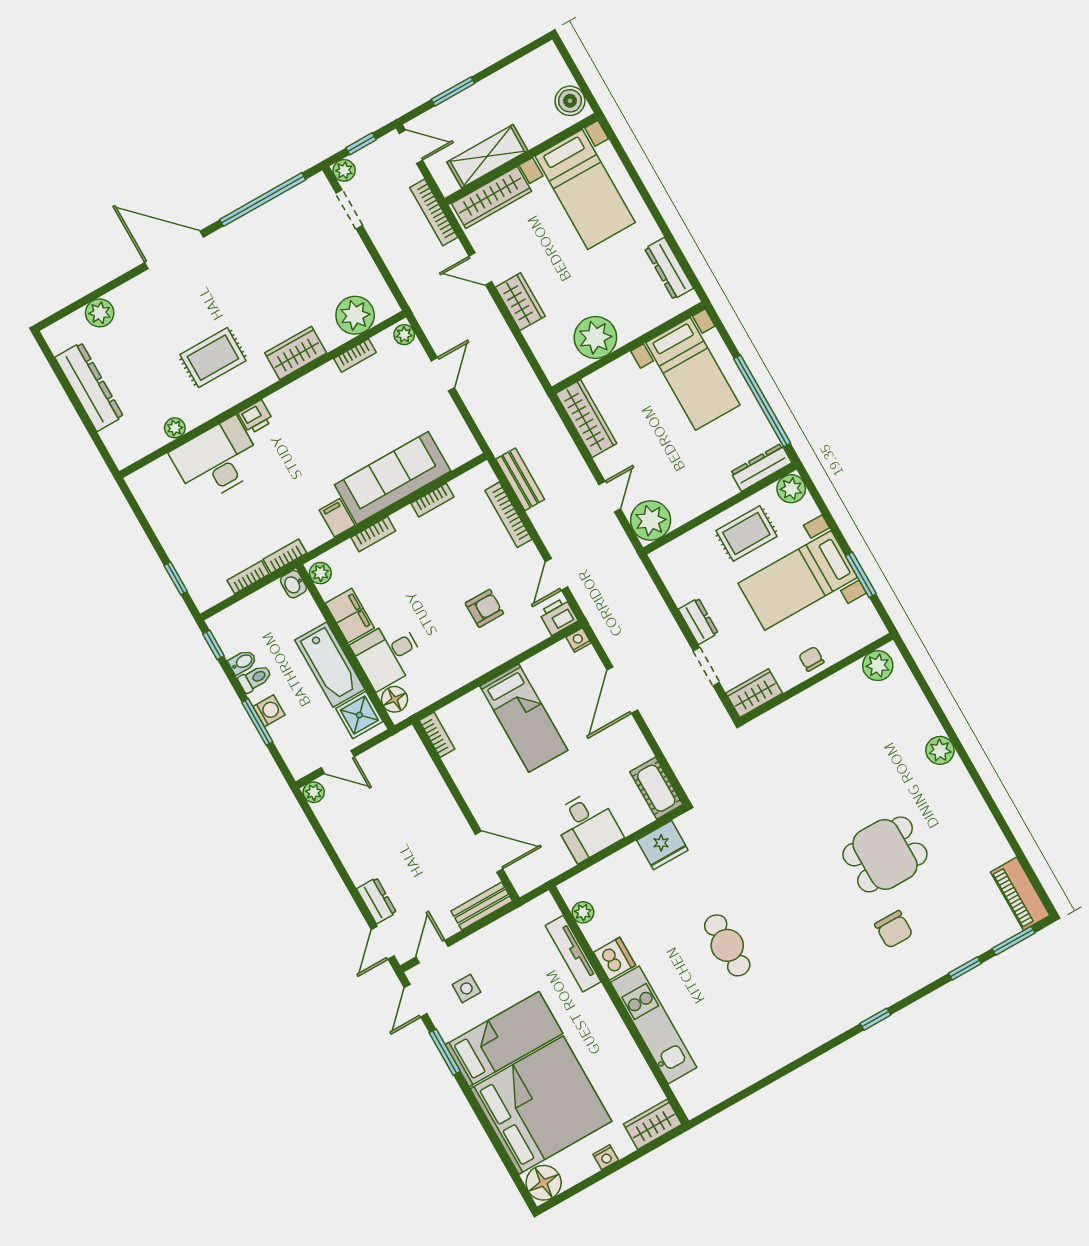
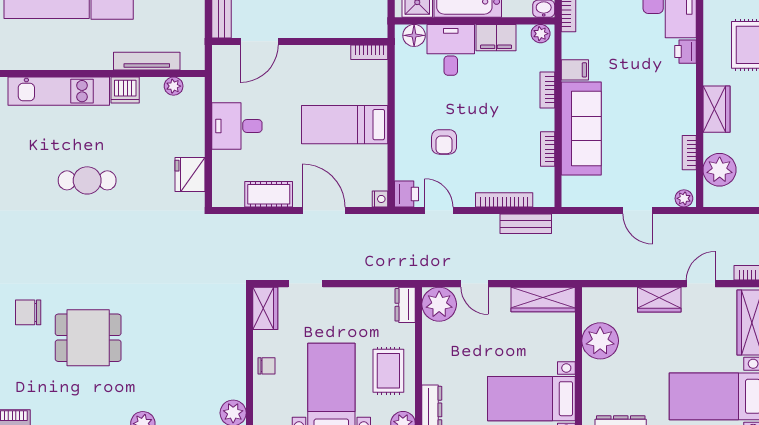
dresser: (698, 621) -> (405, 305), moved, turned 90
cot: (656, 788) -> (269, 194), moved
dining table: (885, 854) -> (88, 338), turned 90

